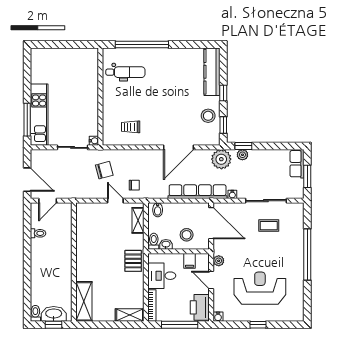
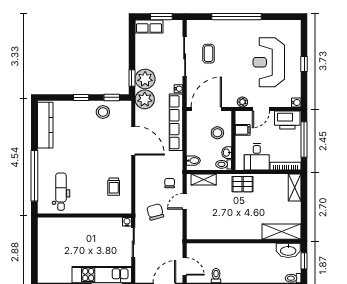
kitchen counter: (212, 72) -> (45, 125), moved, turned -90
plant: (242, 155) -> (145, 79), width x1.87, depth x1.87
washbasin: (54, 314) -> (288, 250), moved, turned -90

